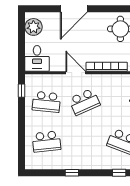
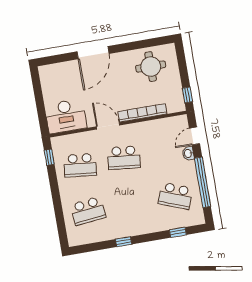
plant: (33, 27) -> (50, 82), removed
desk: (37, 58) -> (66, 116), width x1.37
school desk: (84, 102) -> (124, 158), turned 30

